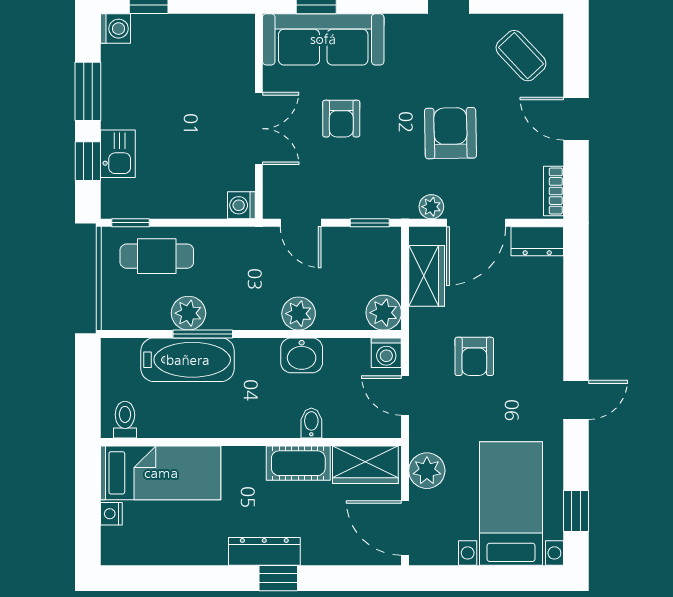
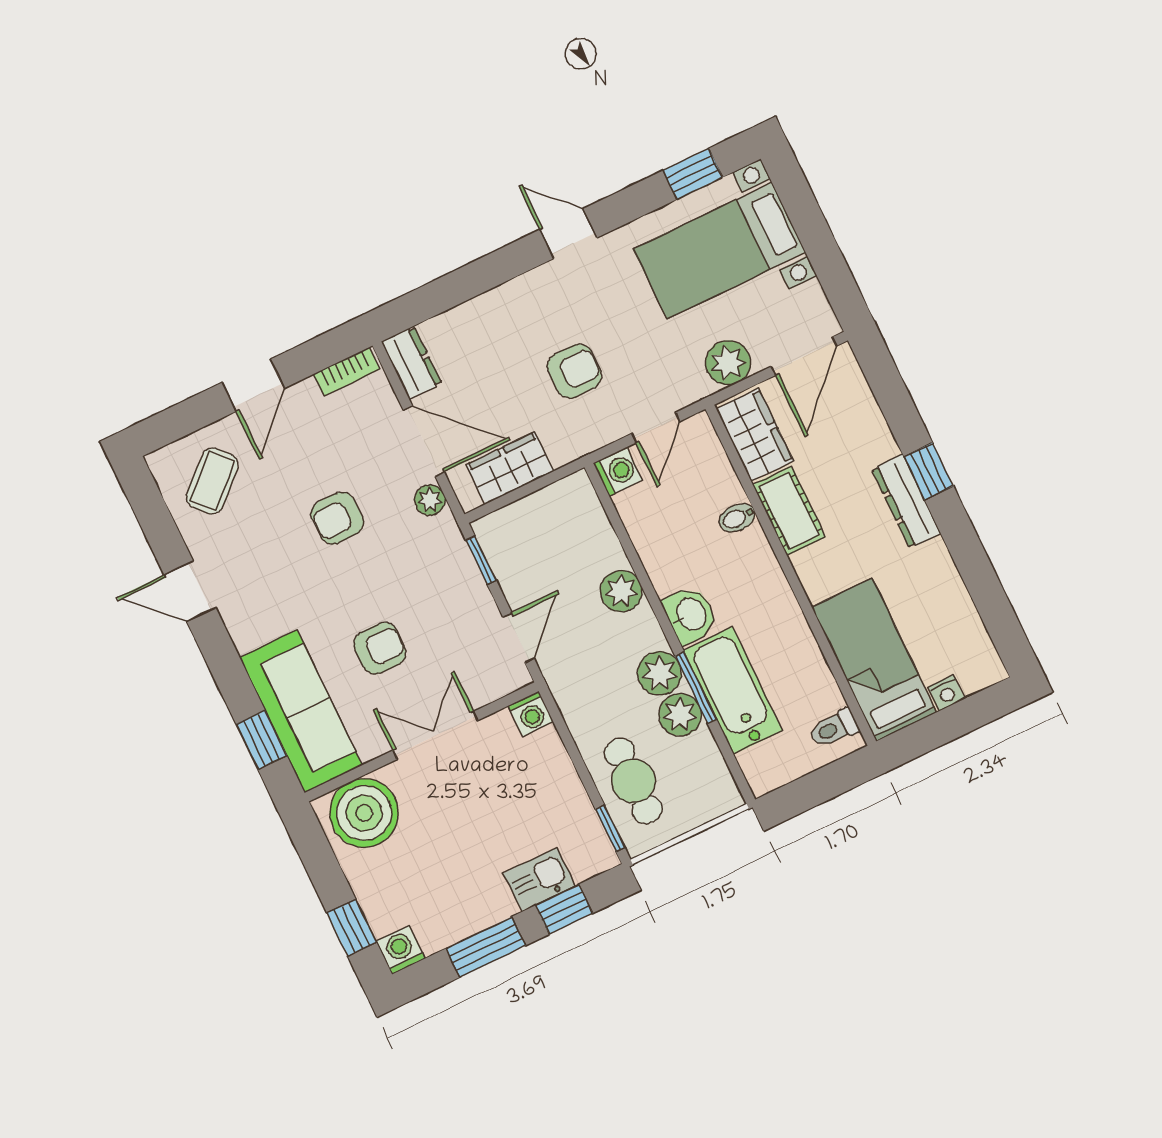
boiler: (227, 50) -> (364, 813), added
armchair: (450, 133) -> (337, 518), width x0.72, depth x0.72
plant: (384, 313) -> (660, 673), moved
washbasin: (302, 355) -> (690, 615), moved

